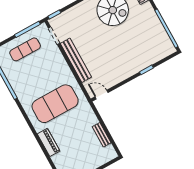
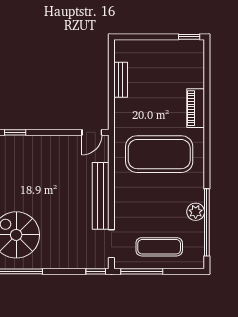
plant: (15, 82) -> (196, 212), added
door: (102, 95) -> (92, 132), hinge flipped

